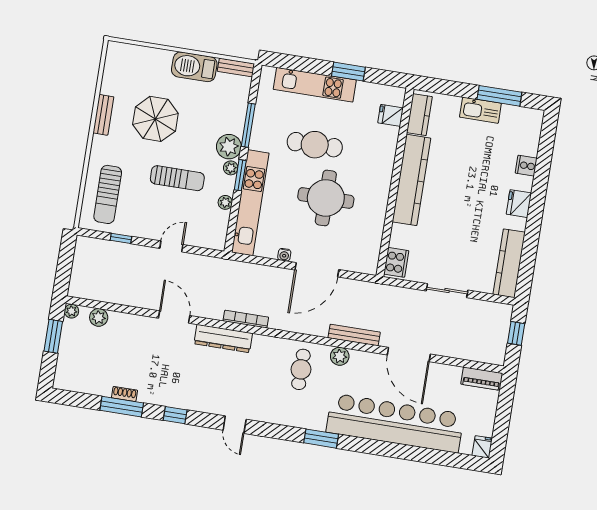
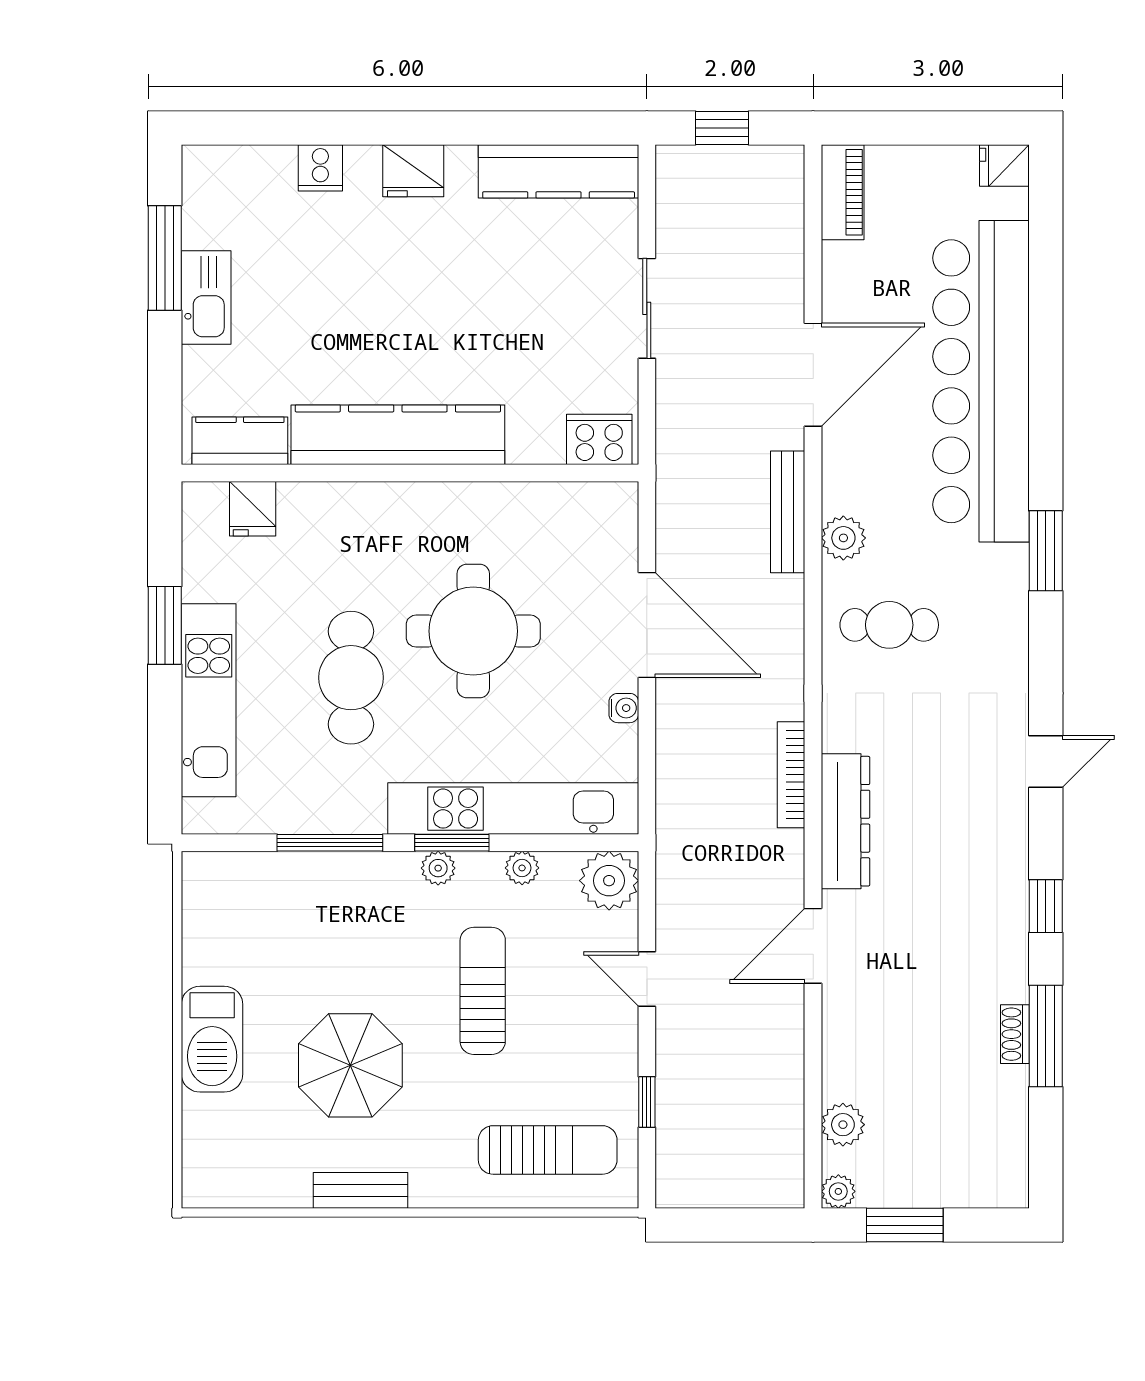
barbecue: (194, 67) -> (212, 1039), moved
bench: (236, 67) -> (198, 894), removed
plant: (229, 147) -> (609, 881), moved

